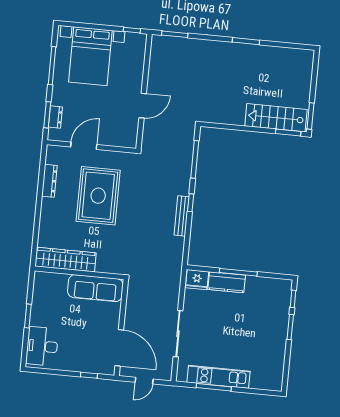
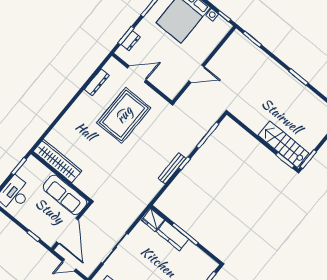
wardrobe: (65, 260) -> (58, 161), moved
wall: (79, 273) -> (61, 177), moved
sofa: (95, 288) -> (65, 195), moved

